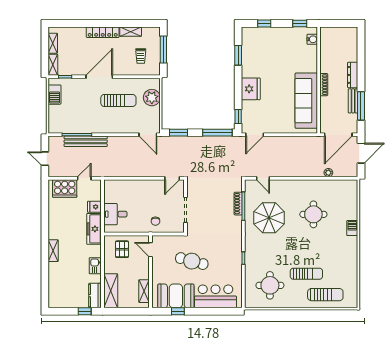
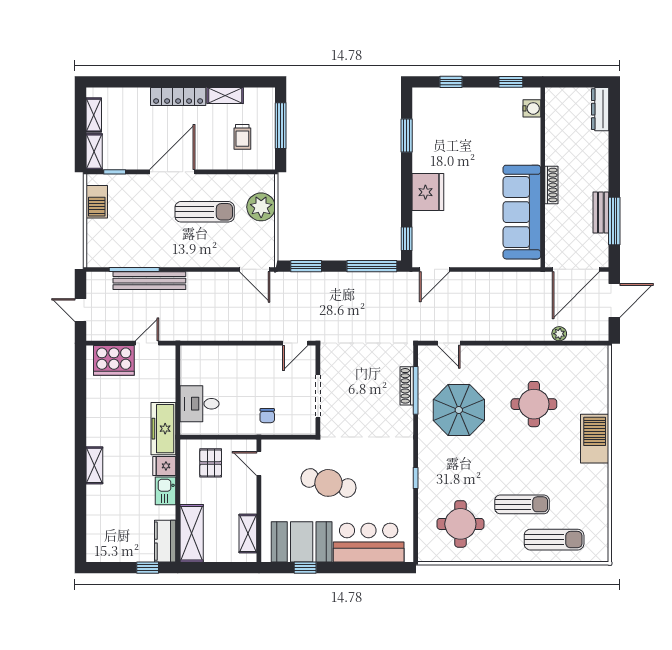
dresser: (353, 75) -> (600, 109), moved
fridge: (94, 207) -> (164, 466), moved
barbecue: (352, 228) -> (595, 439), width x1.88, depth x1.53

